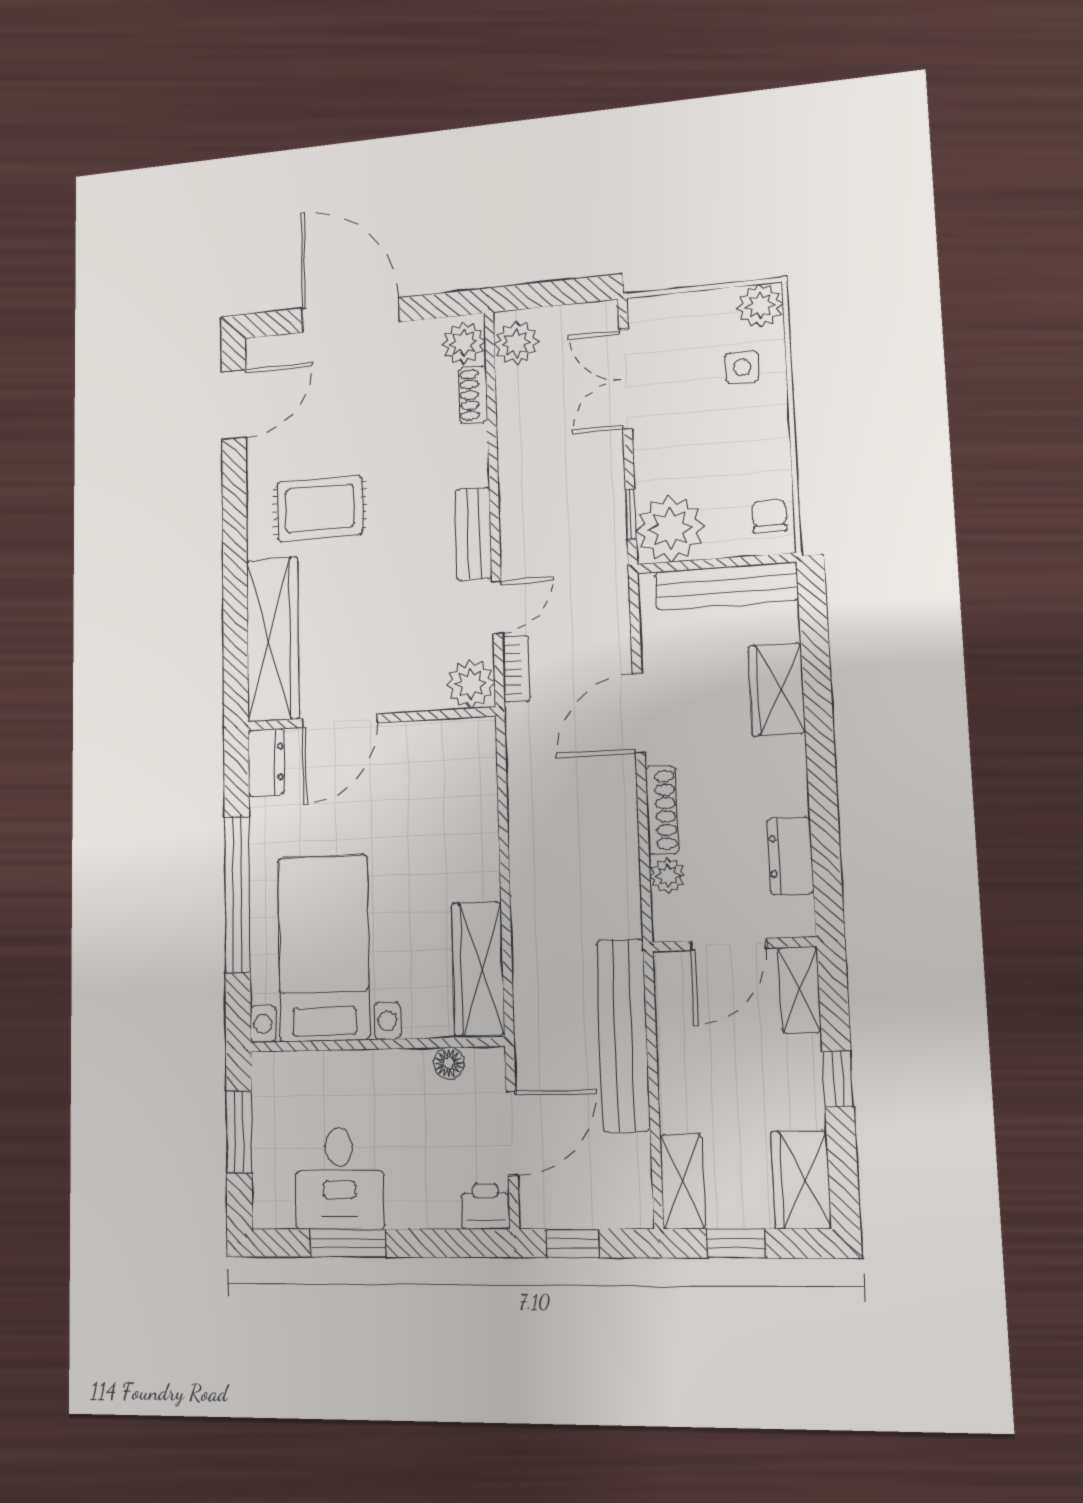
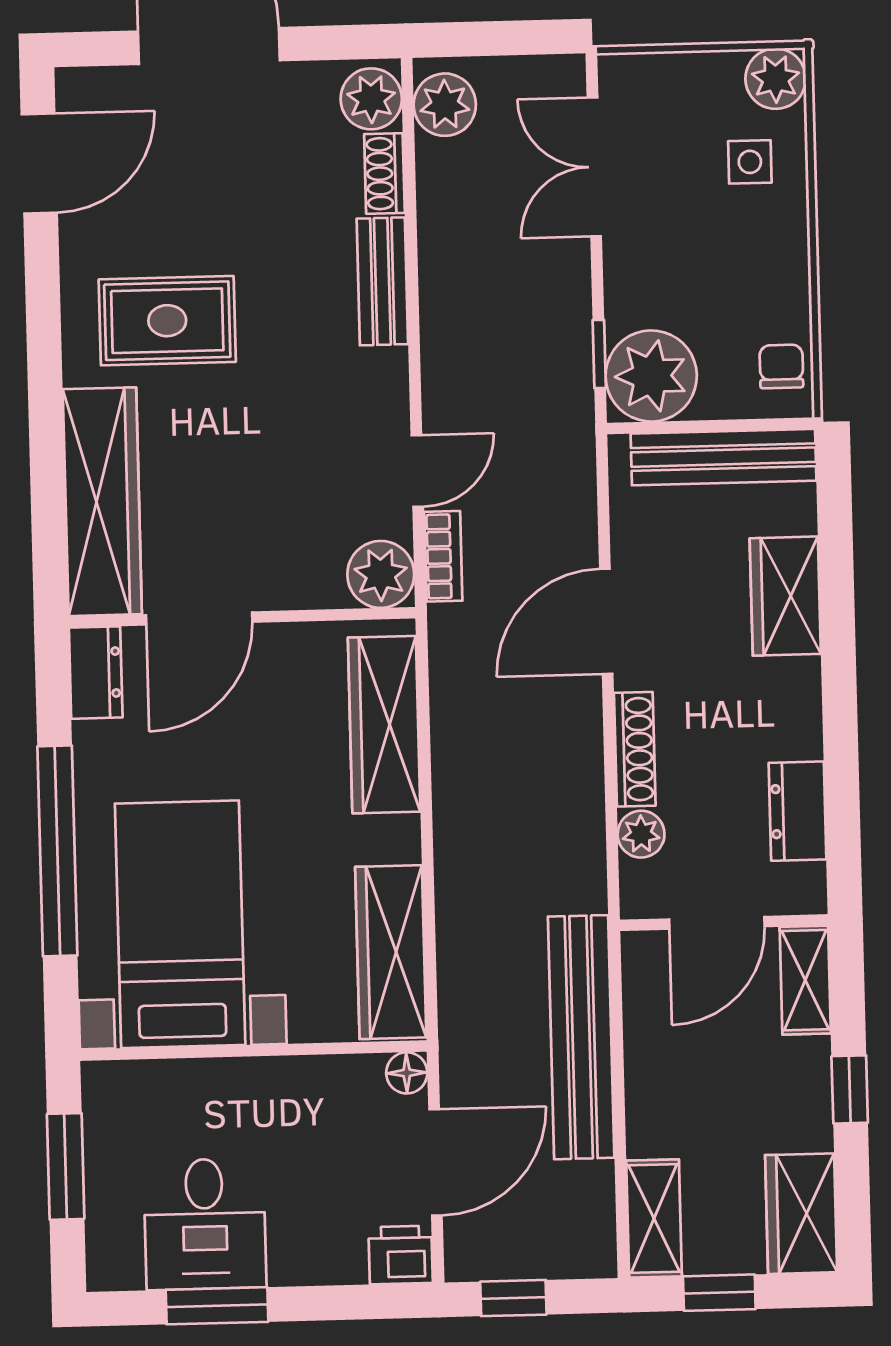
bench: (473, 534) -> (382, 281), moved
wardrobe: (473, 796) -> (384, 725), added
floor lamp: (449, 1063) -> (407, 1073), moved

